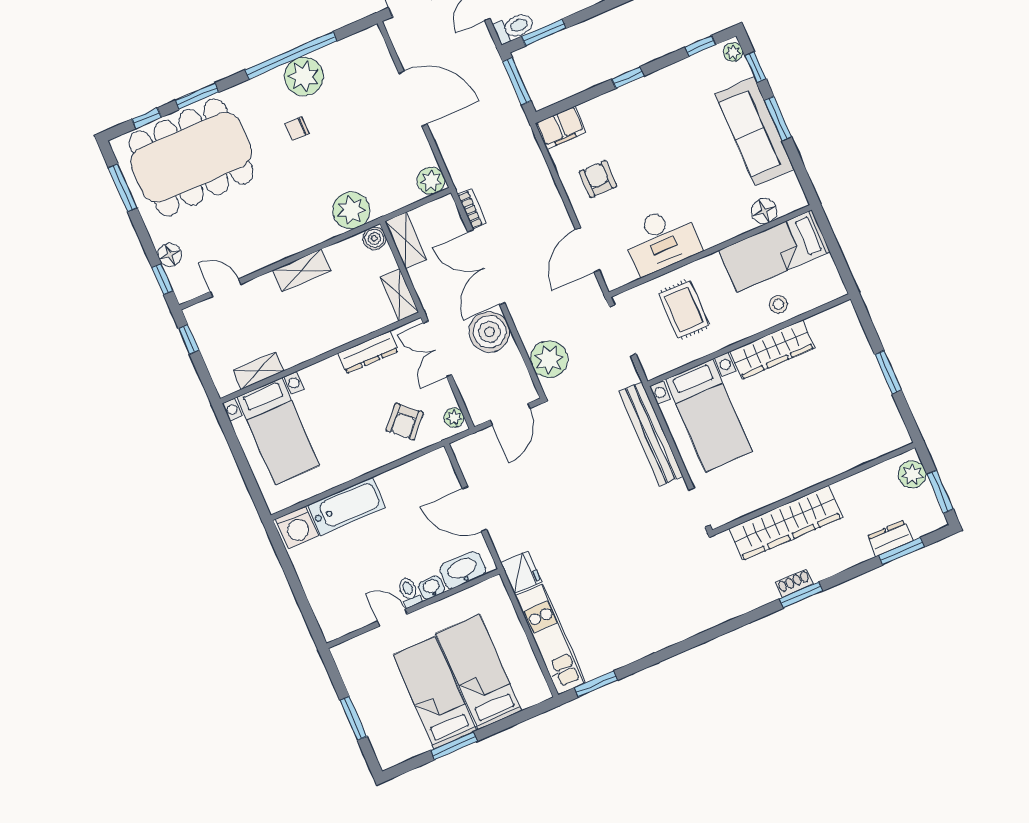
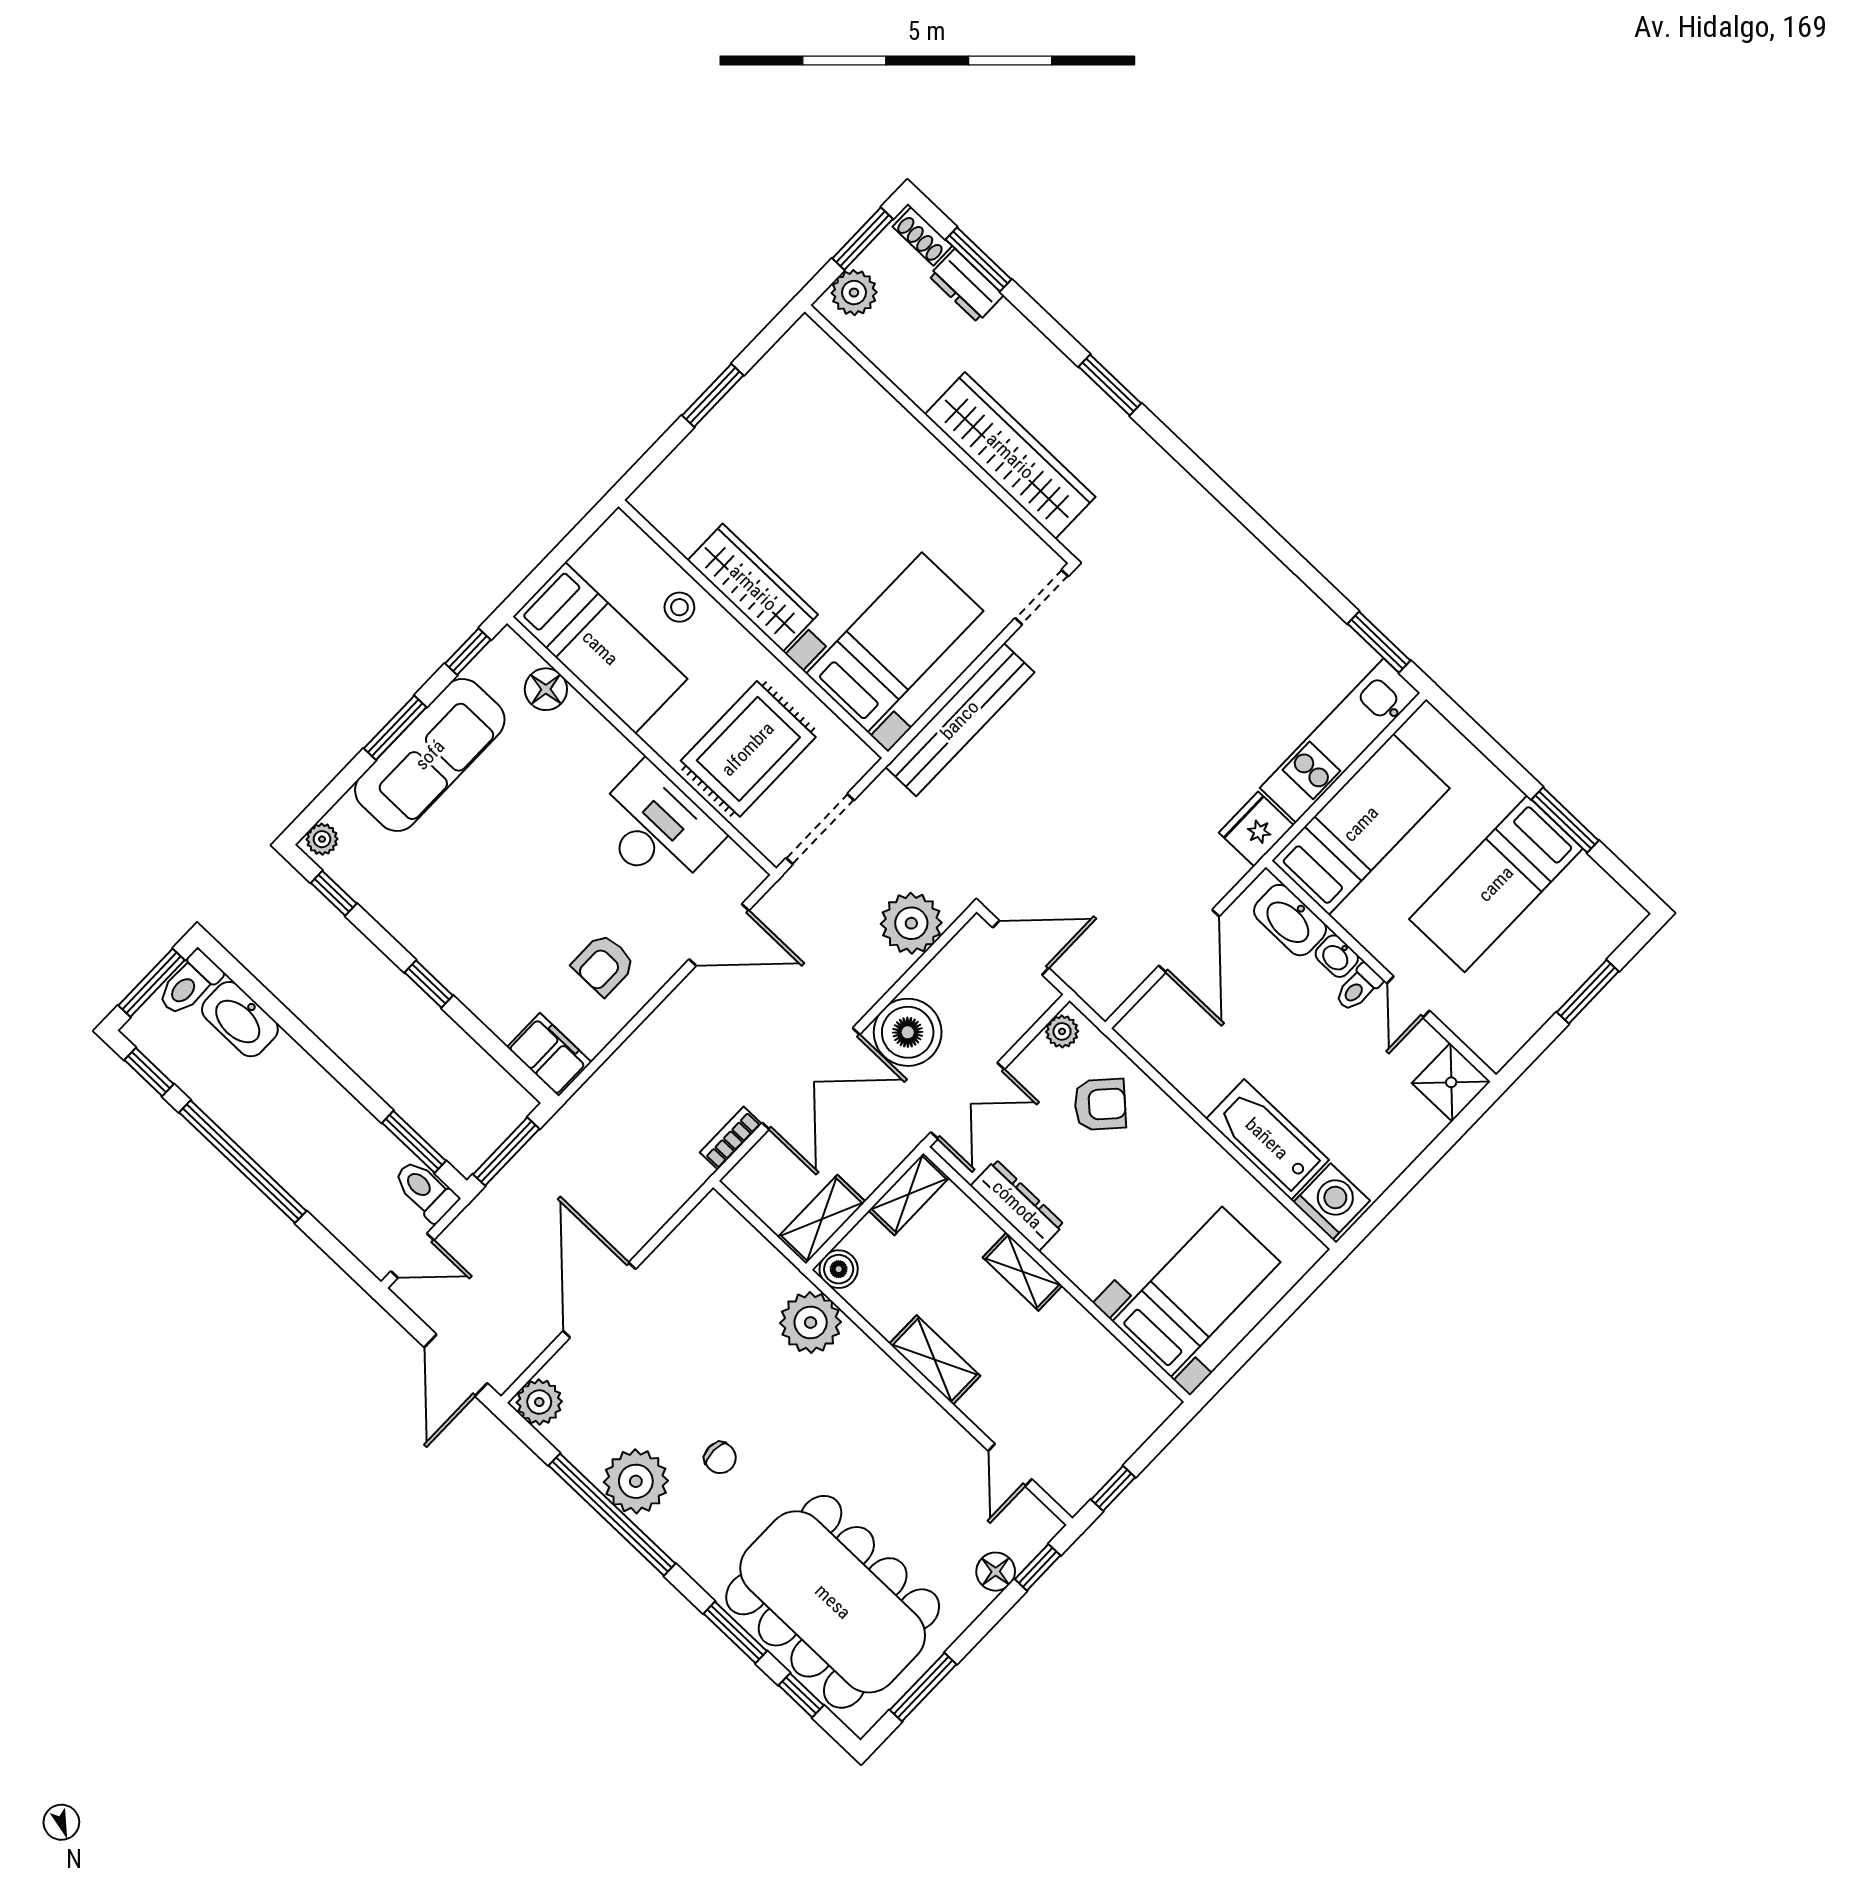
window: (755, 67) -> (468, 652), moved
plant: (431, 181) -> (539, 1402), moved
rug: (684, 309) -> (748, 749), width x1.36, depth x1.43
shelving: (258, 371) -> (1023, 1272), moved
shoe rack: (794, 583) -> (922, 236), moved
shower: (335, 622) -> (1451, 1082), added
bed: (479, 672) -> (1361, 824), moved, turned 180

